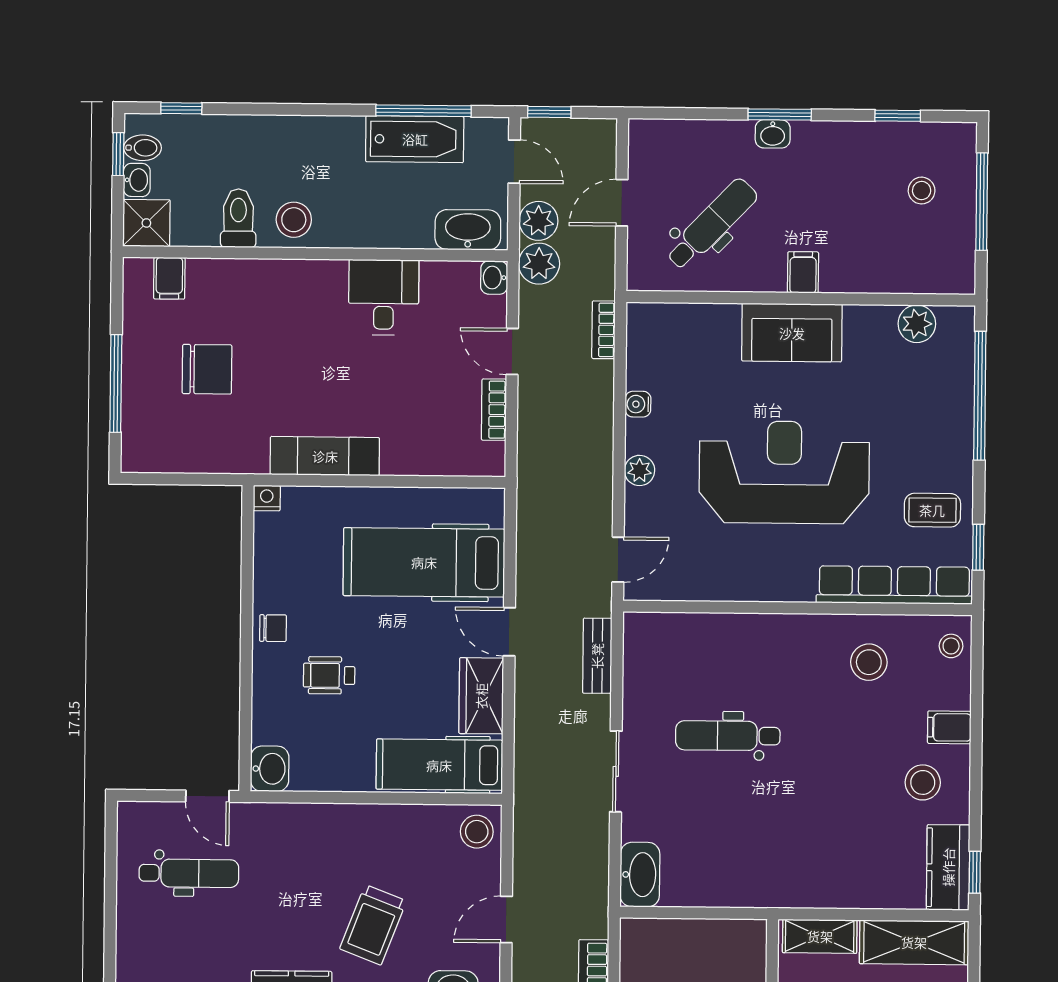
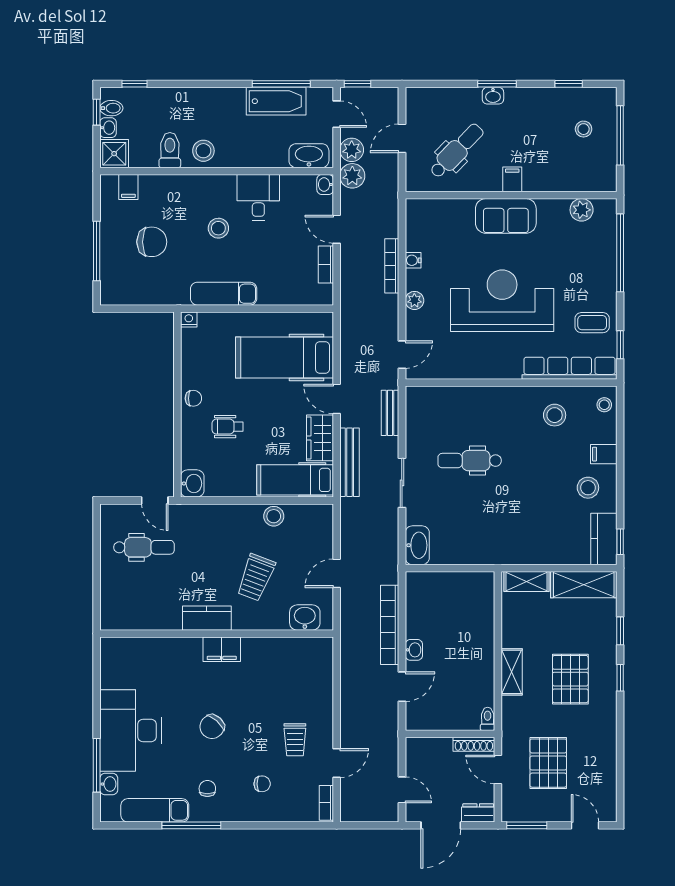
bookcase: (604, 330) -> (392, 266), moved, width x1.56
stool: (317, 348) -> (218, 228), added
bench: (529, 736) -> (349, 462), added
stool: (477, 832) -> (274, 516), moved

